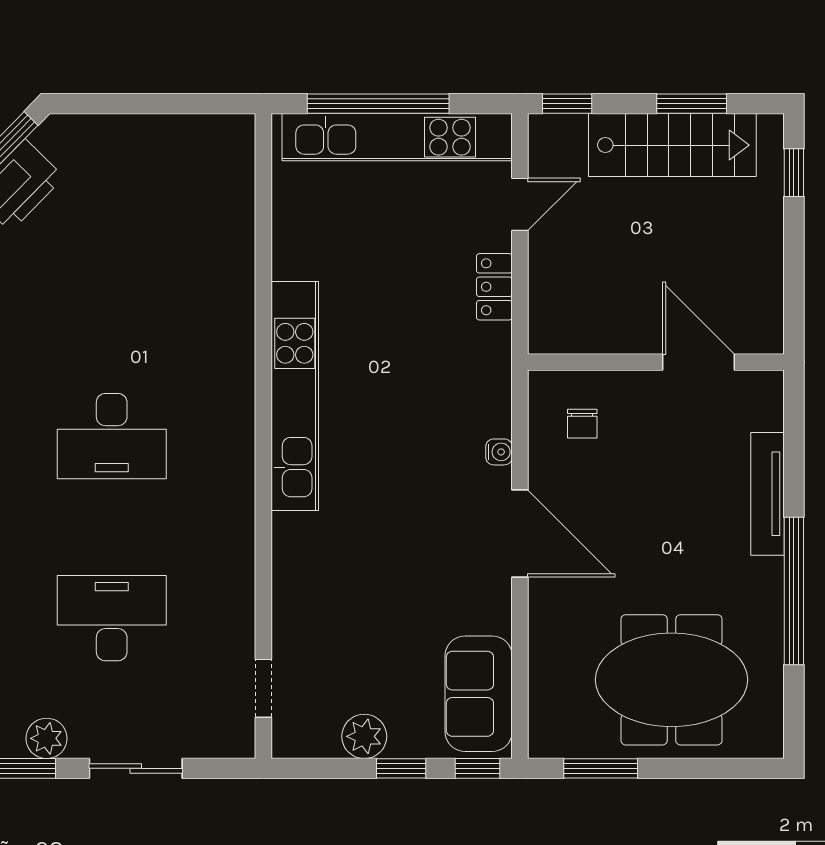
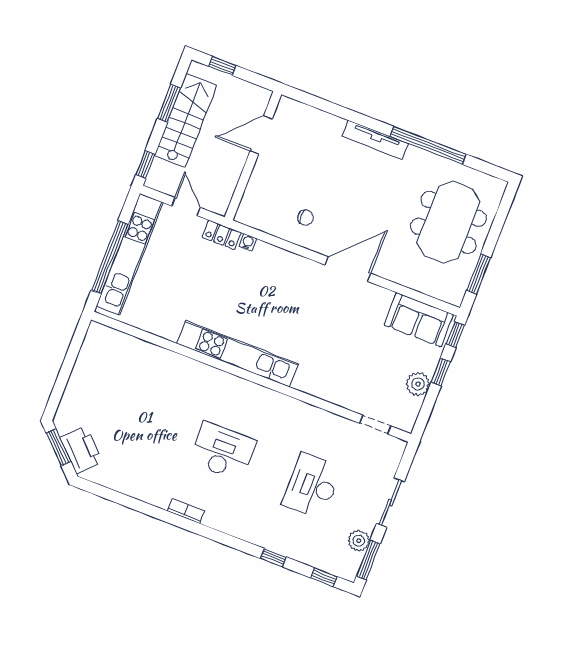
wall: (656, 362) -> (253, 156), moved
door: (698, 362) -> (261, 135), moved
desk: (112, 436) -> (222, 451), turned -90
water cooler: (499, 452) -> (248, 242), moved

